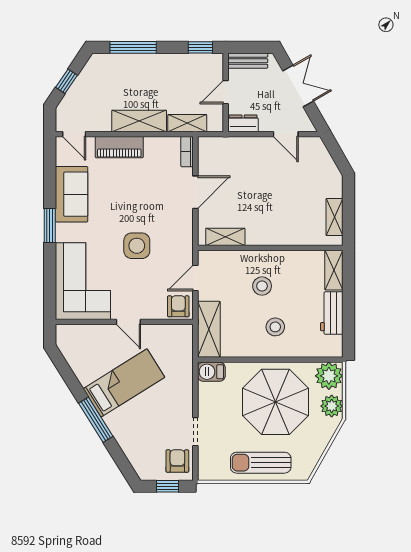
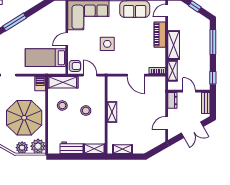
shelving: (225, 237) -> (112, 112), moved
stool: (275, 327) -> (62, 106), moved
bed: (124, 383) -> (46, 58), moved, turned 122

